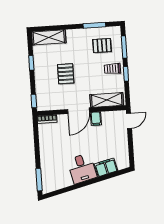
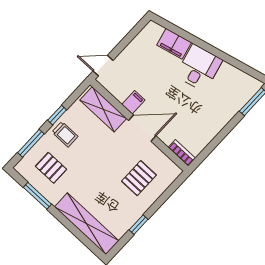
shelving: (49, 37) -> (87, 224), width x1.47
pallet: (66, 74) -> (139, 178), moved
window: (34, 101) -> (176, 184), removed

